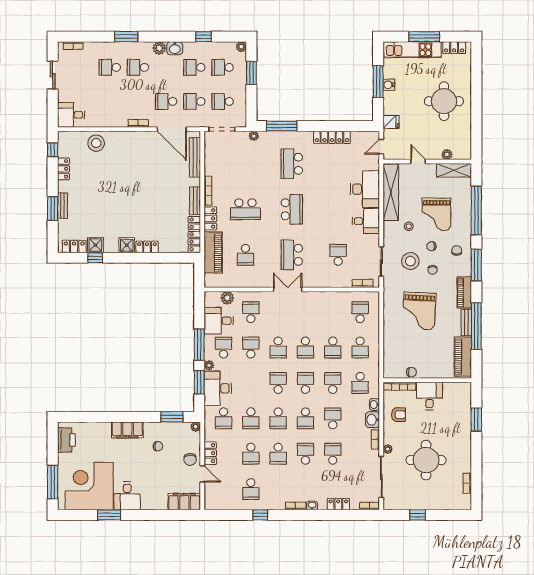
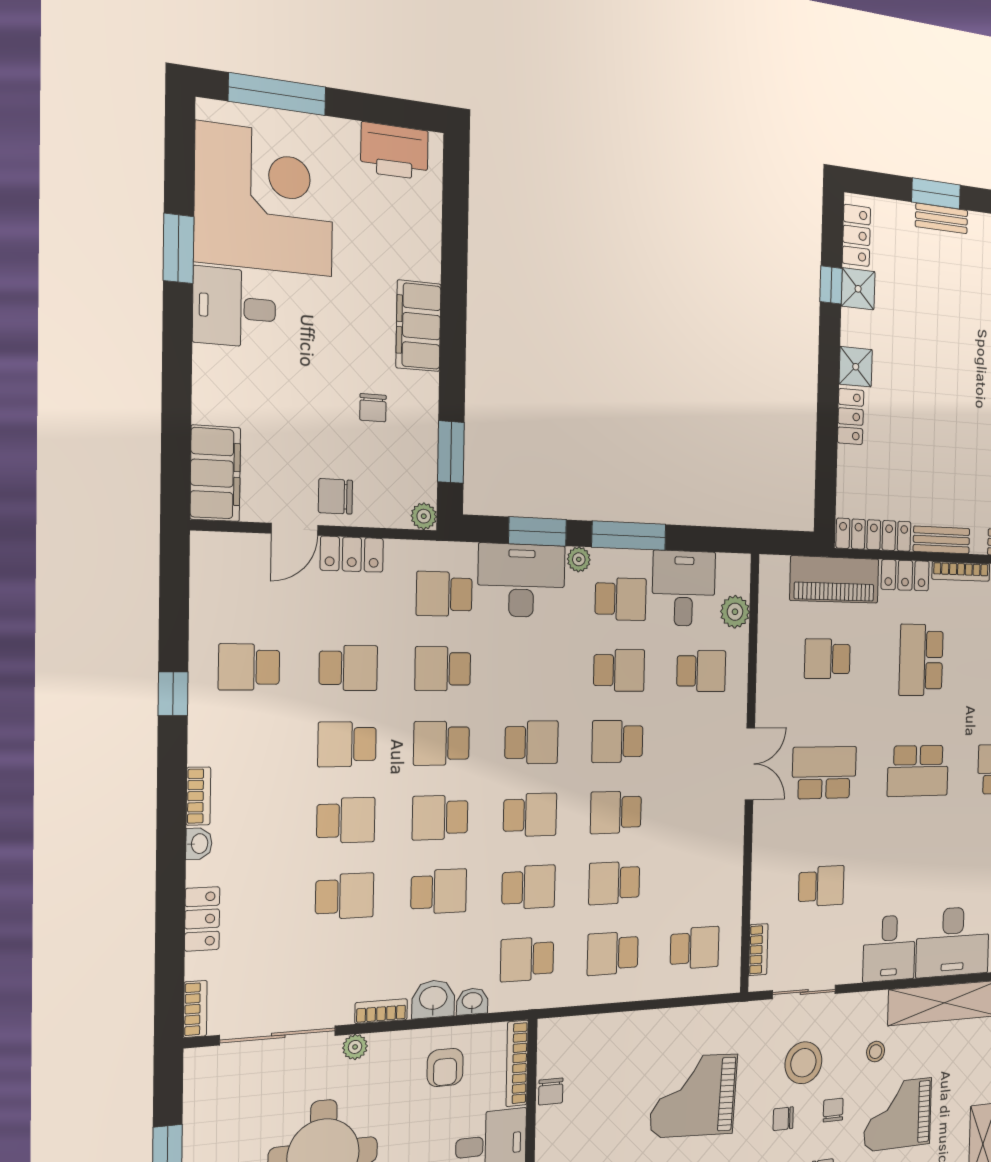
school desk: (251, 454) -> (348, 668), turned 180

